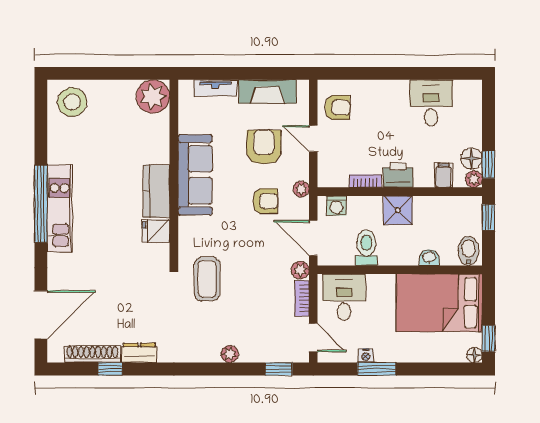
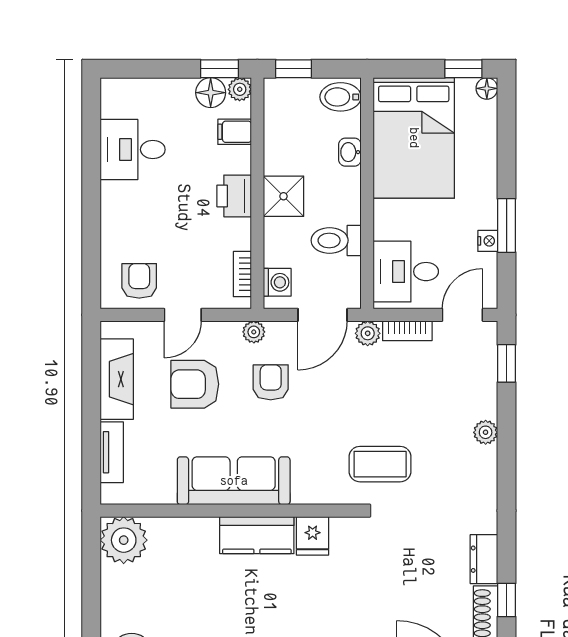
bookcase: (365, 181) -> (242, 274), moved

